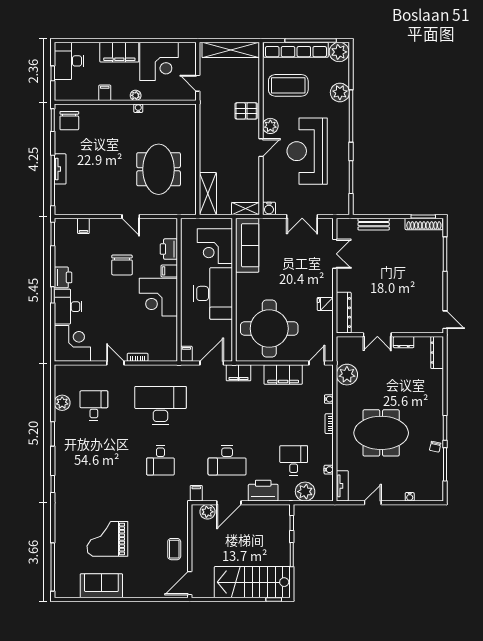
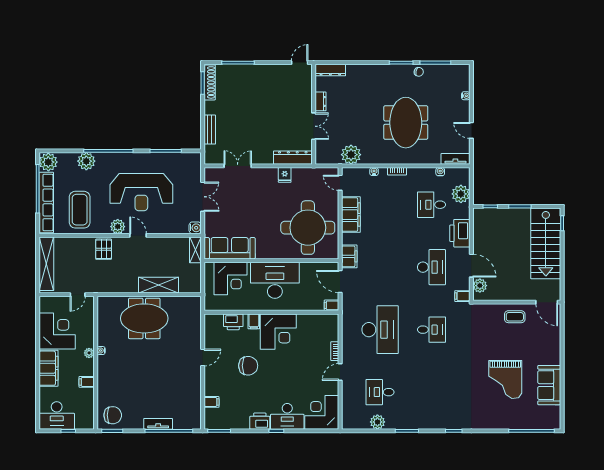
meeting table: (159, 169) -> (144, 318), moved
shelving: (208, 194) -> (158, 285), moved
desk: (160, 405) -> (380, 330), turned 180

